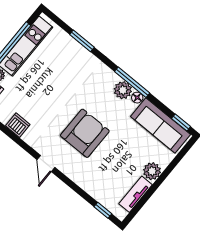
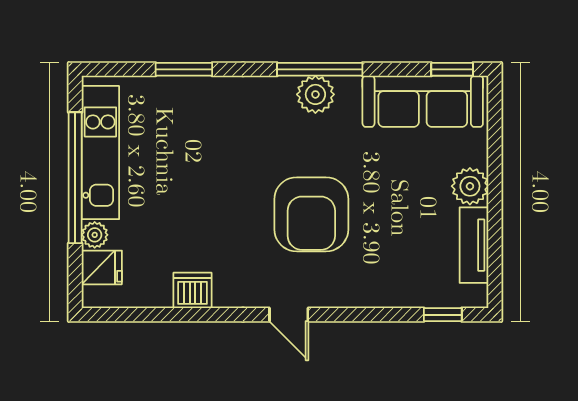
floor lamp: (137, 98) -> (348, 87), removed
armchair: (85, 133) -> (311, 214), turned 180

